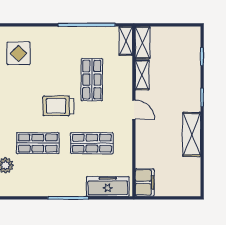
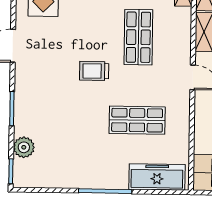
trolley: (58, 106) -> (94, 71), width x0.73, depth x0.72
shop shelf: (38, 143) -> (66, 119), removed

